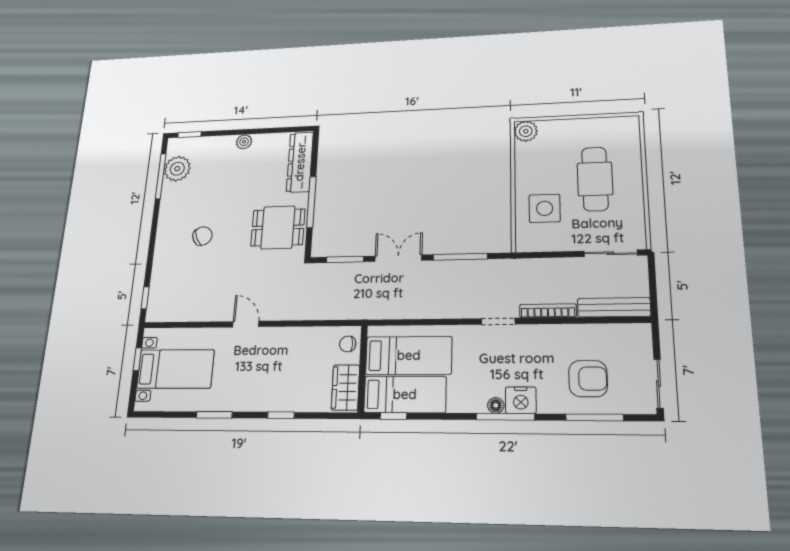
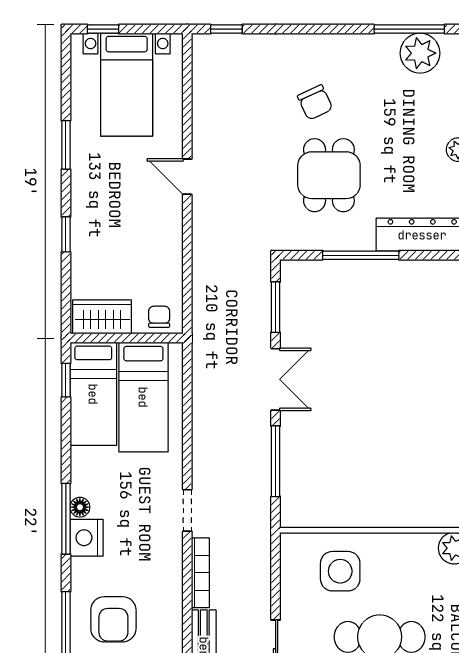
dining table: (278, 227) -> (329, 175), moved
door: (246, 324) -> (187, 177), swing flipped
window: (137, 359) -> (103, 29), moved

